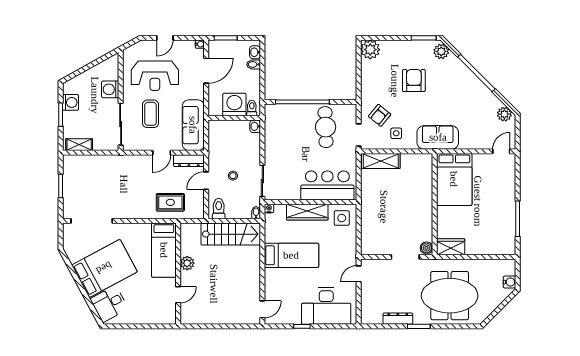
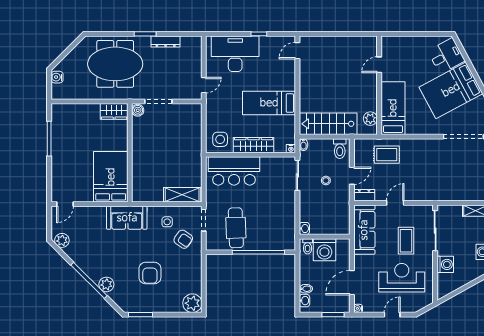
plant: (441, 51) -> (106, 284), moved
armchair: (380, 115) -> (183, 239), turned 86
dresser: (189, 161) -> (364, 195), width x0.70
plant: (187, 263) -> (370, 119), moved

